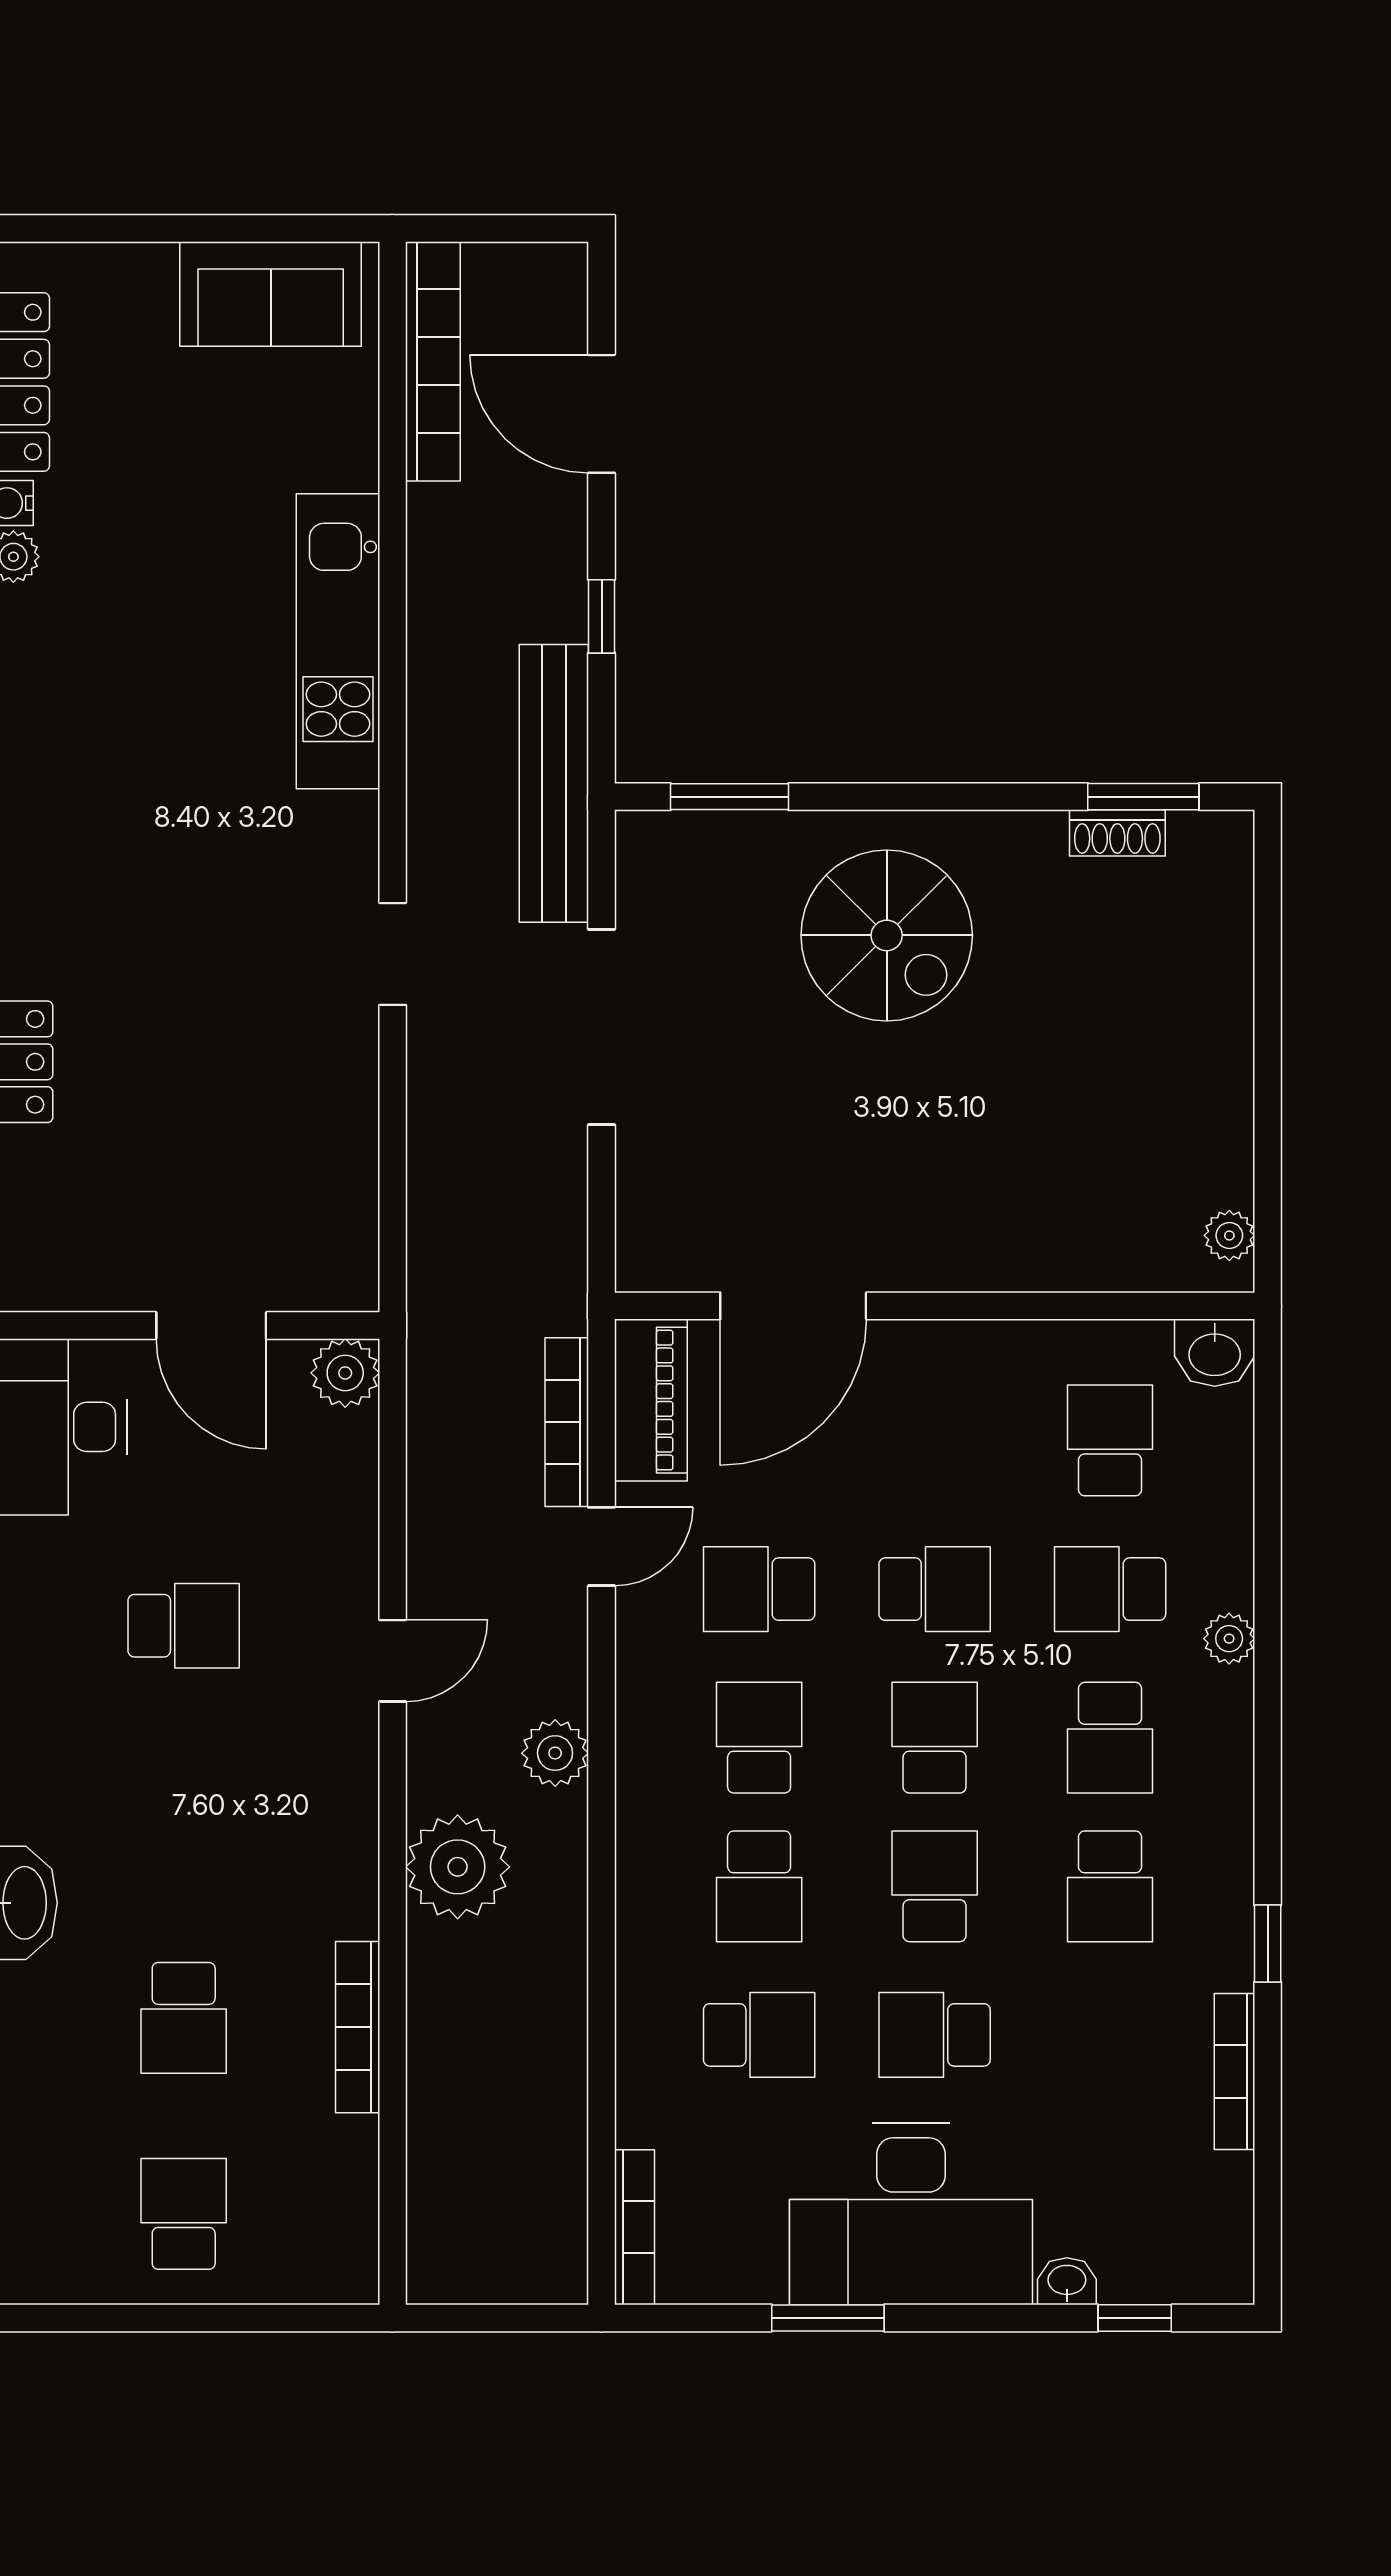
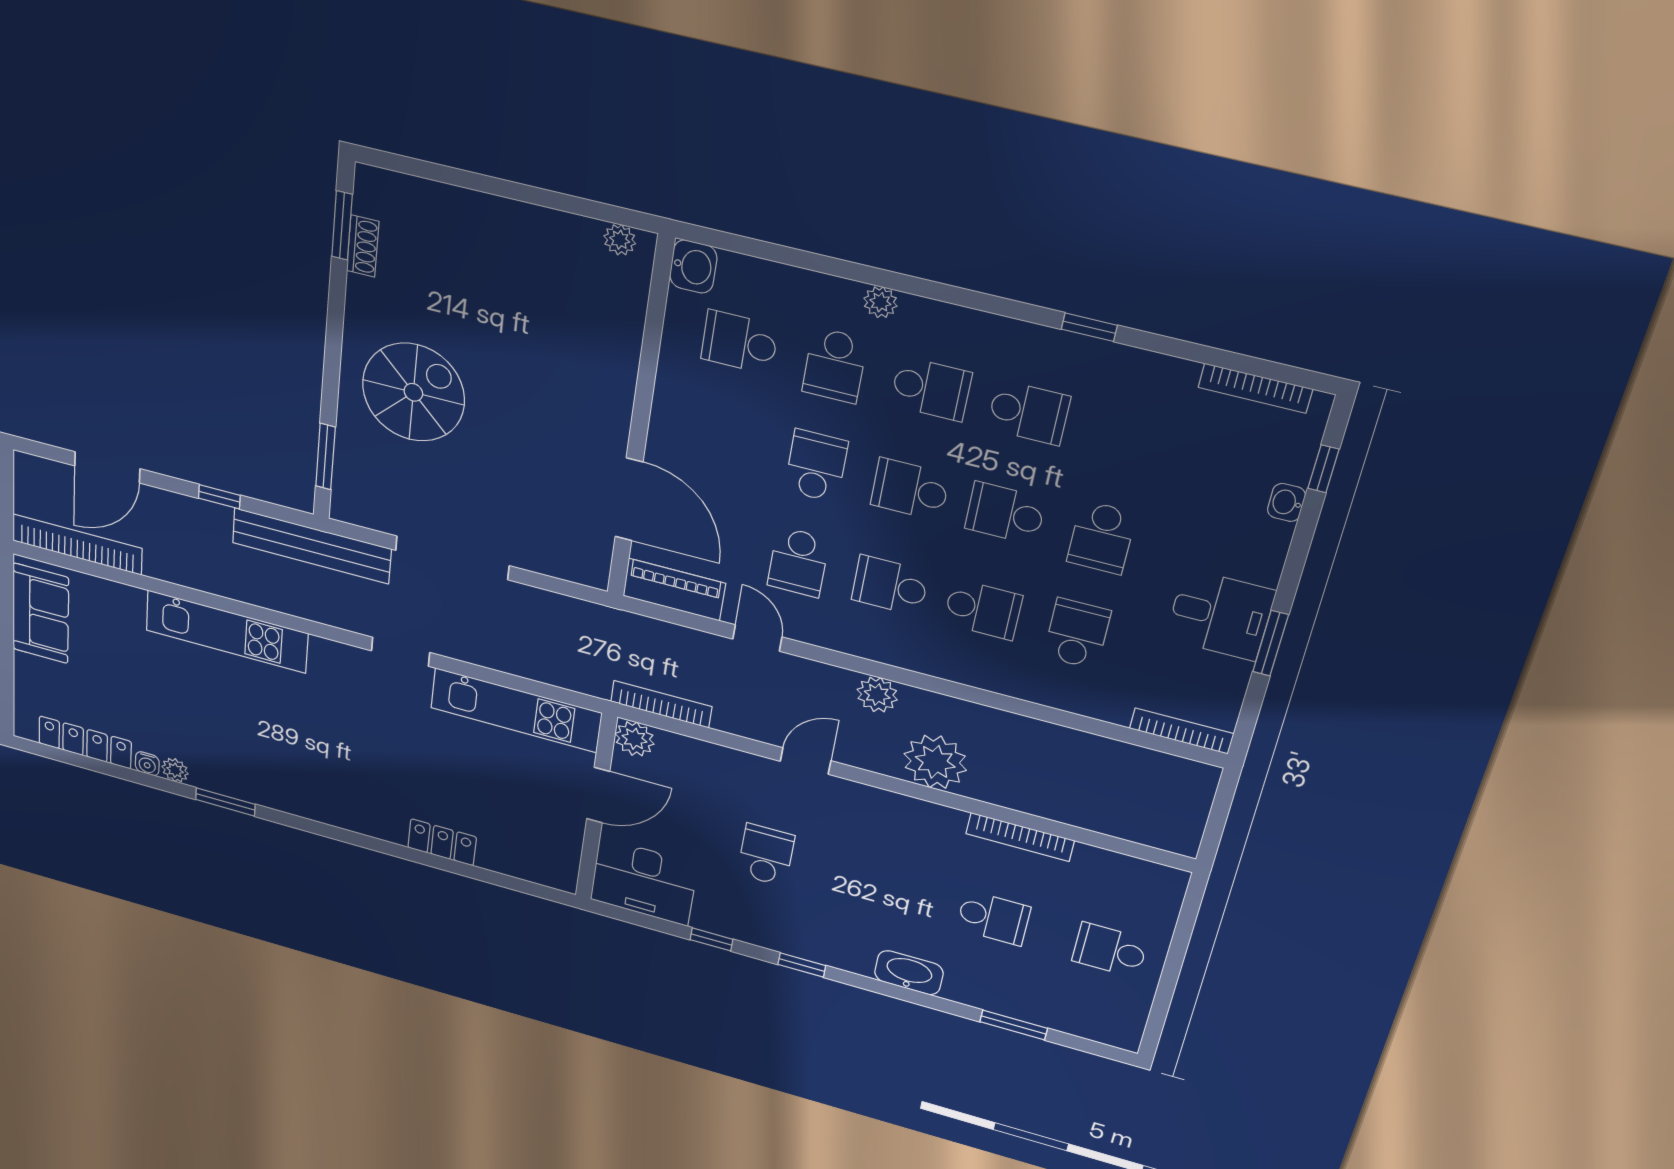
kitchen unit: (338, 1165) -> (516, 710), added
bookcase: (567, 1422) -> (661, 704), moved, turned 180
door: (393, 1661) -> (806, 761), hinge flipped
bookcase: (1235, 2072) -> (1255, 388), moved
desk: (911, 2214) -> (1220, 615), width x0.53, depth x0.77

